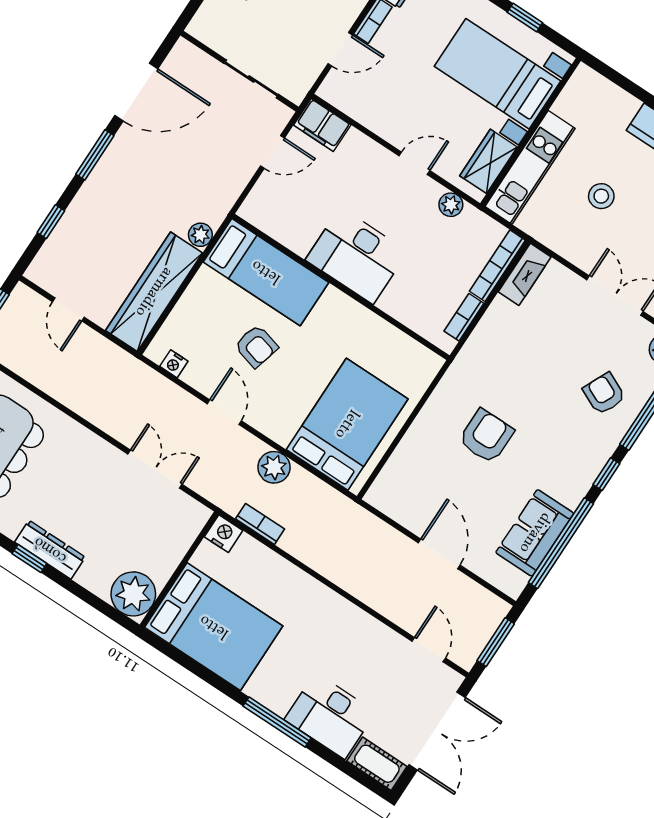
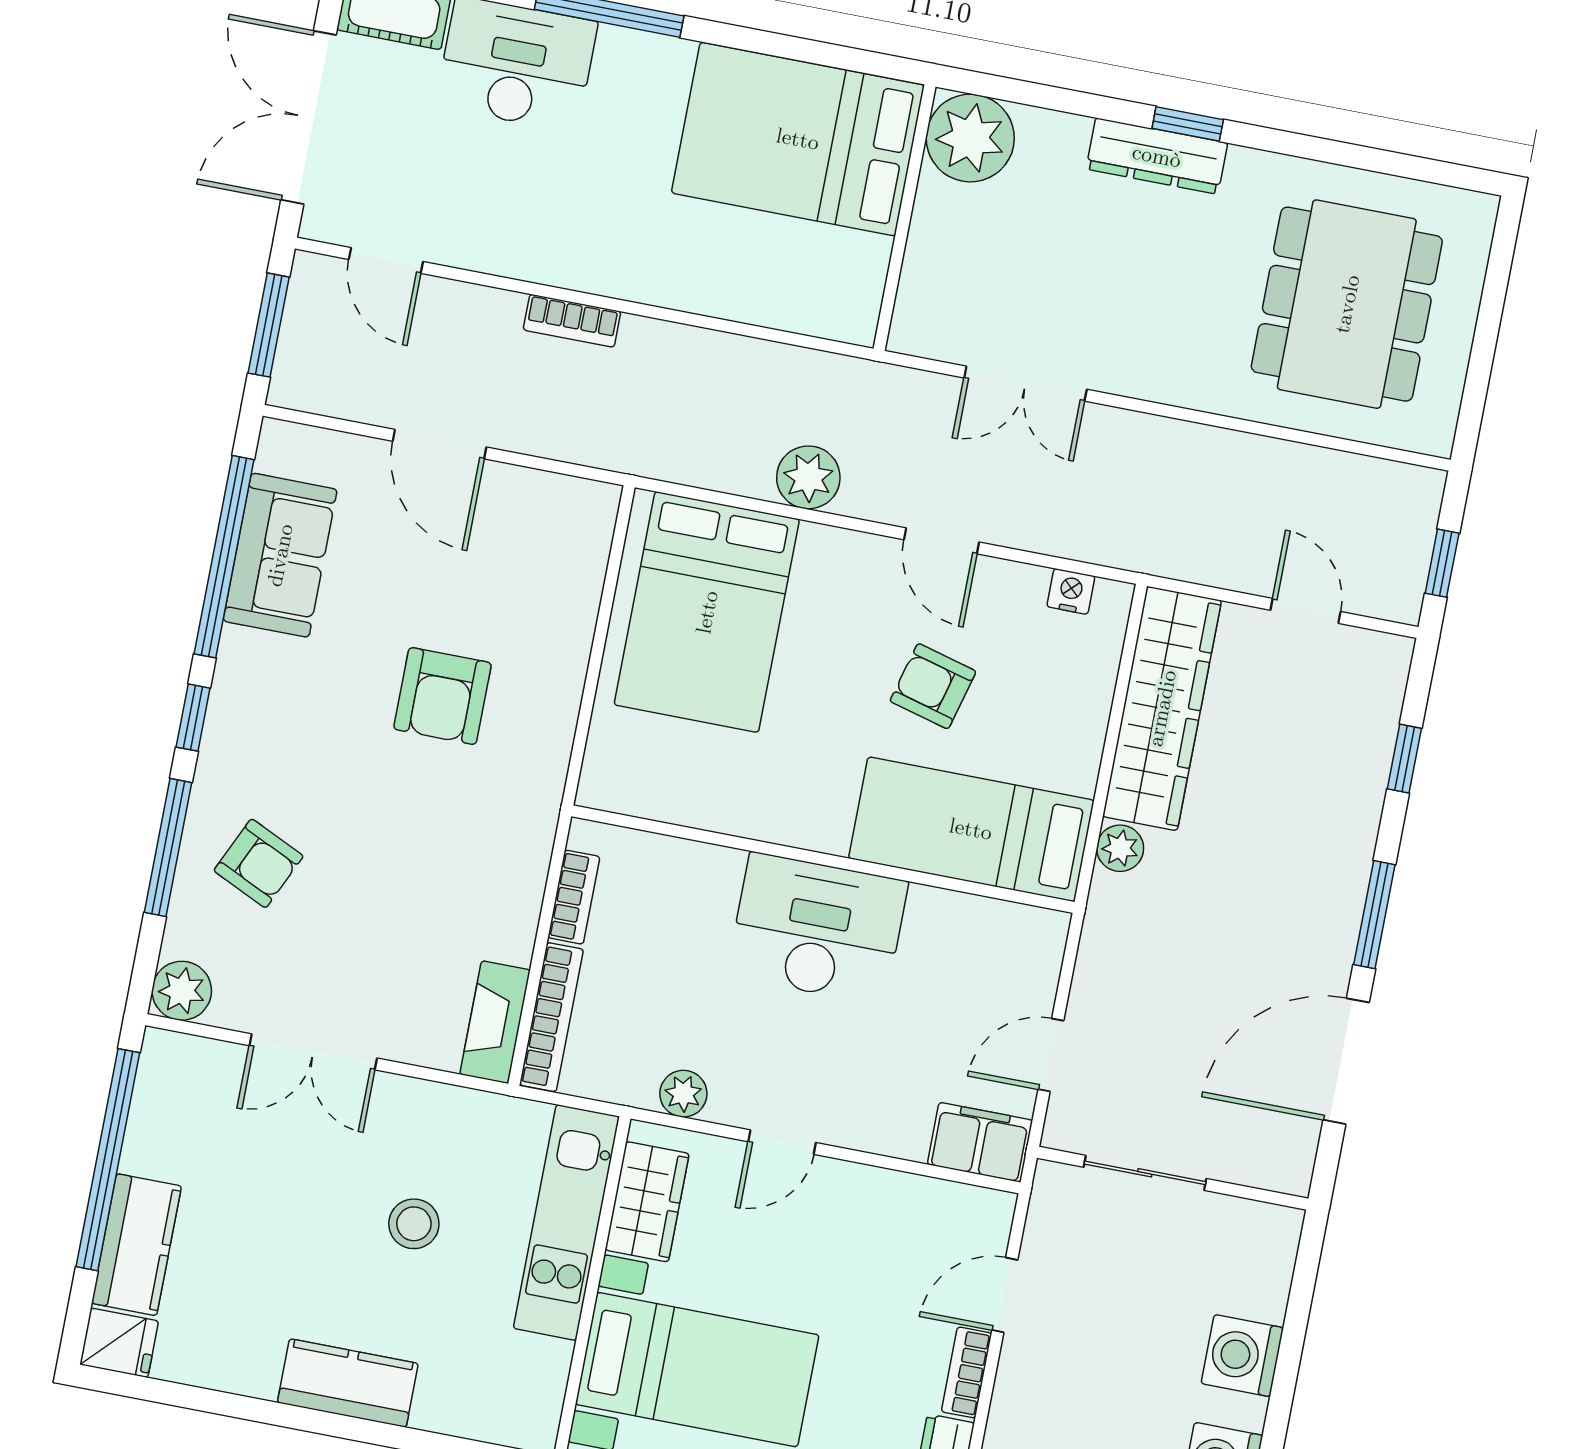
bookcase: (260, 524) -> (572, 321), moved
nightstand: (224, 534) -> (851, 317), removed

